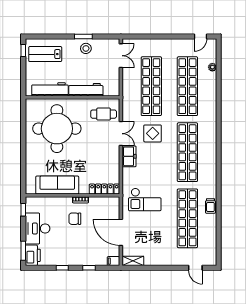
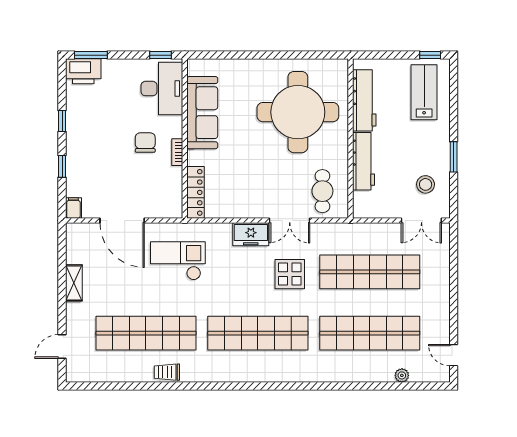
stool: (86, 48) -> (426, 184), moved
checkout: (145, 199) -> (178, 261), turned 90
desk: (38, 229) -> (162, 89), moved, turned 90
door: (121, 232) -> (122, 221), swing flipped
shelving: (133, 261) -> (74, 283), moved

